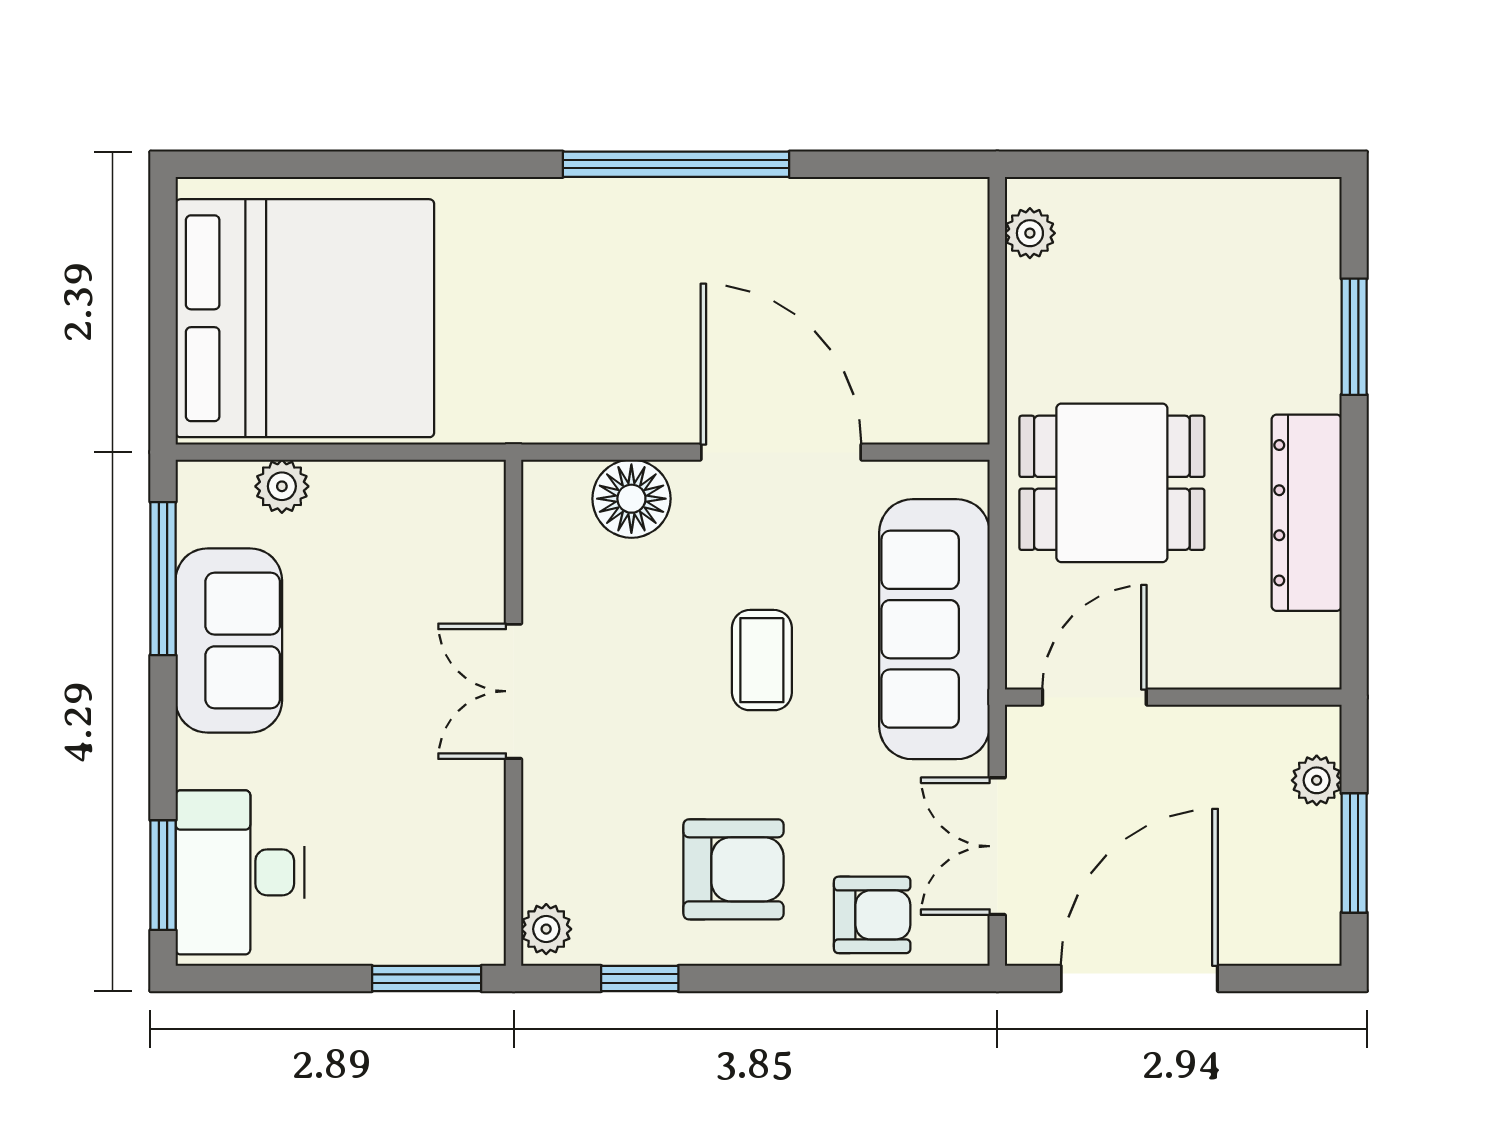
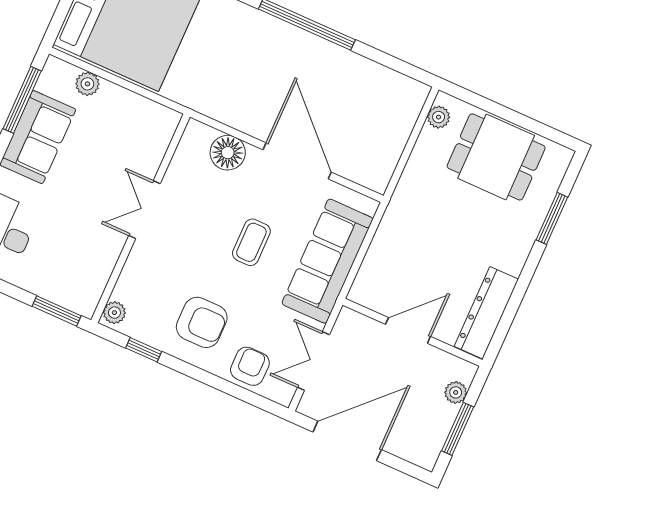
dining table: (1112, 483) -> (496, 157), moved
dresser: (1307, 513) -> (486, 313), moved
door: (1094, 697) -> (408, 330), moved
armchair: (872, 915) -> (250, 366), turned -90

